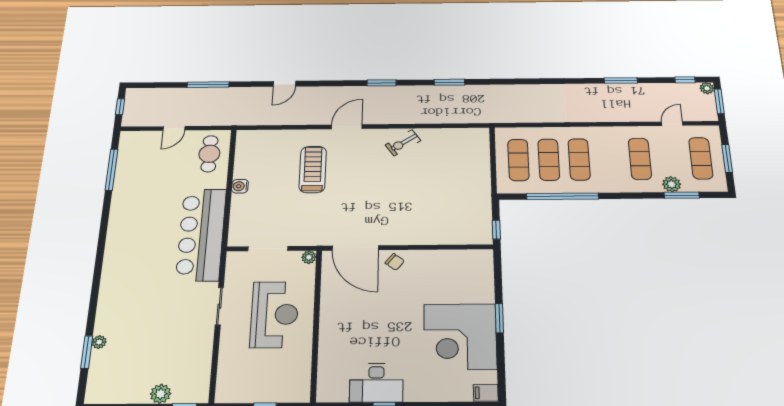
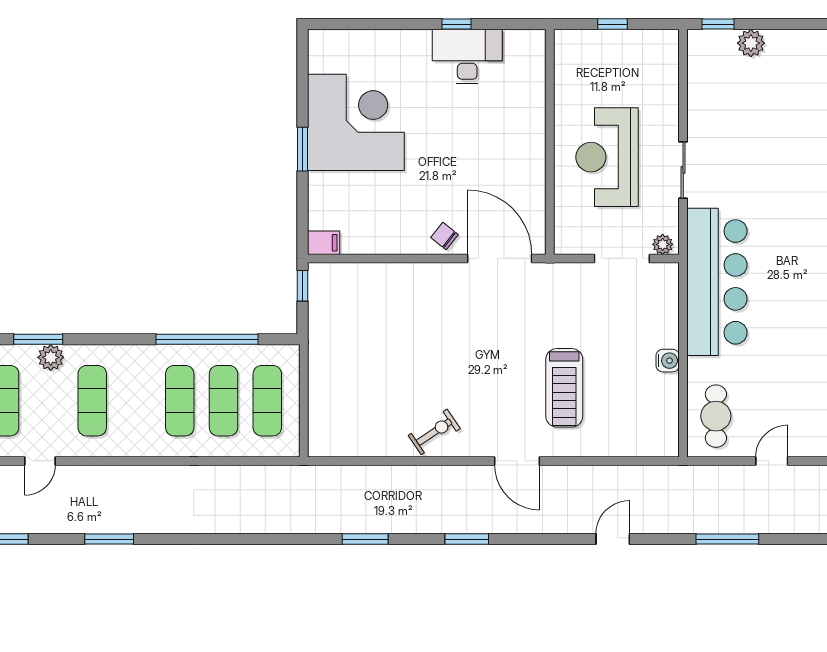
door: (347, 127) -> (517, 461), hinge flipped
plant: (309, 257) -> (663, 244), moved
filing cabinet: (486, 393) -> (324, 243), moved

